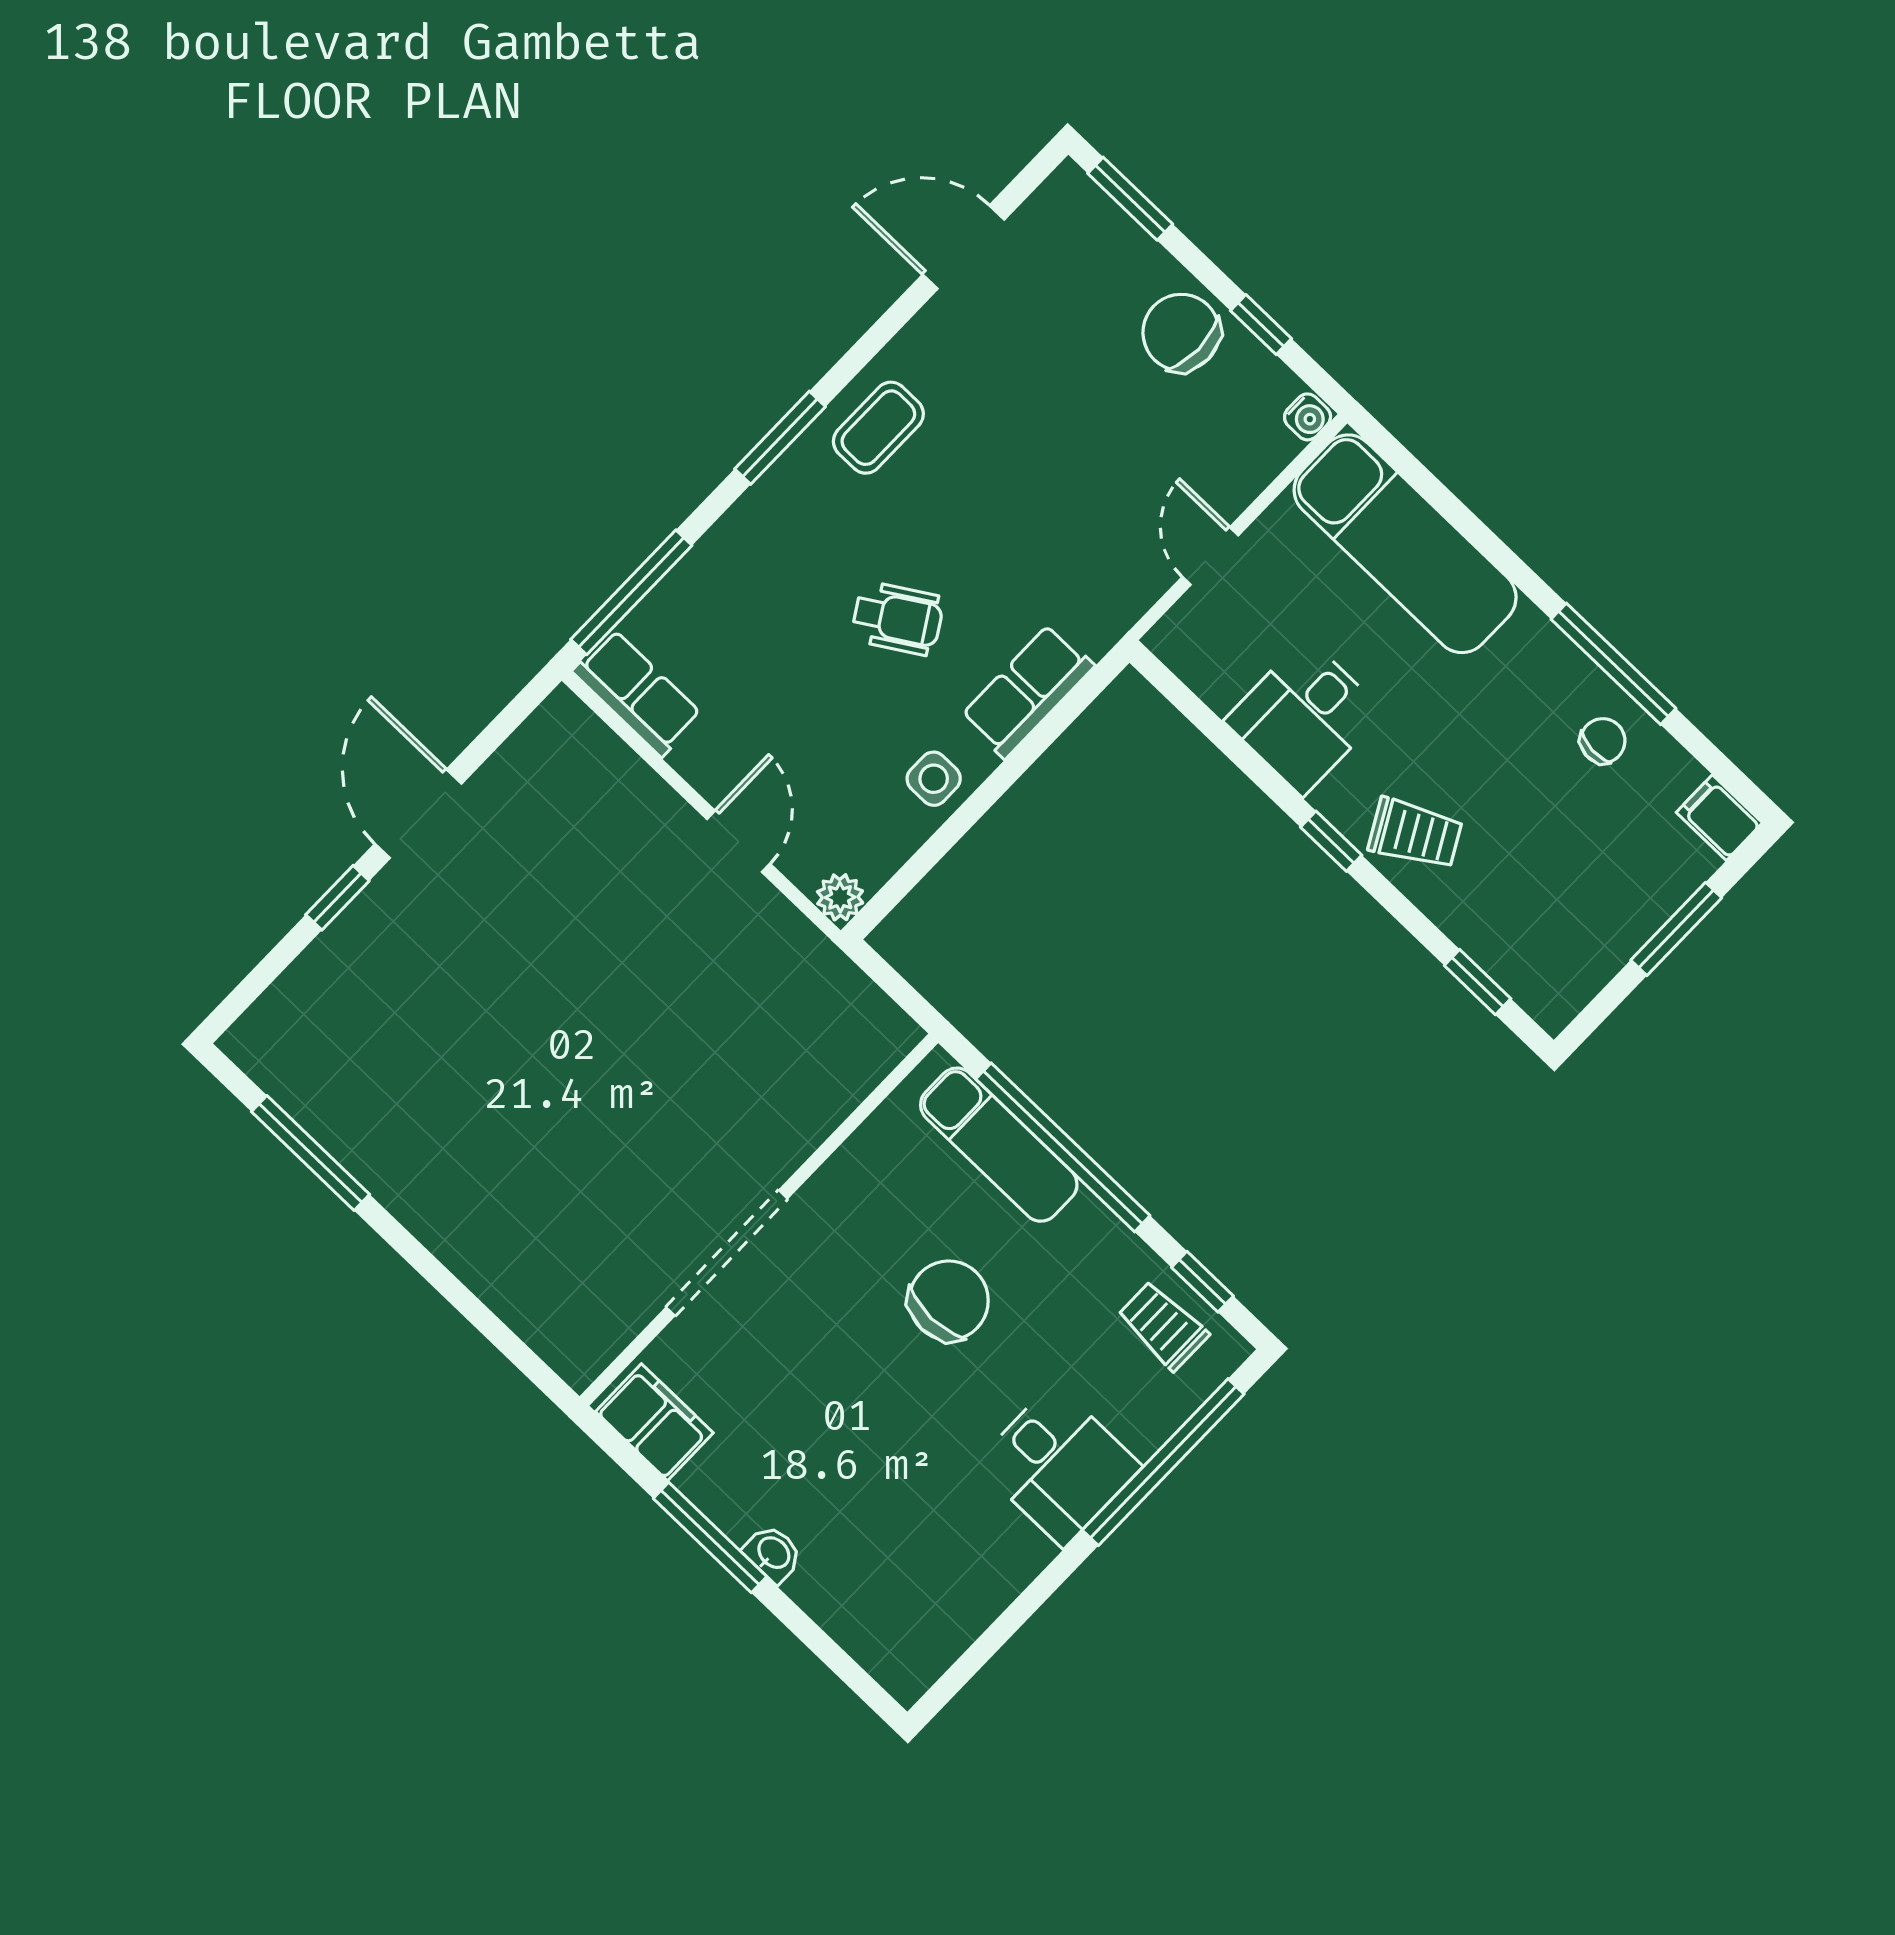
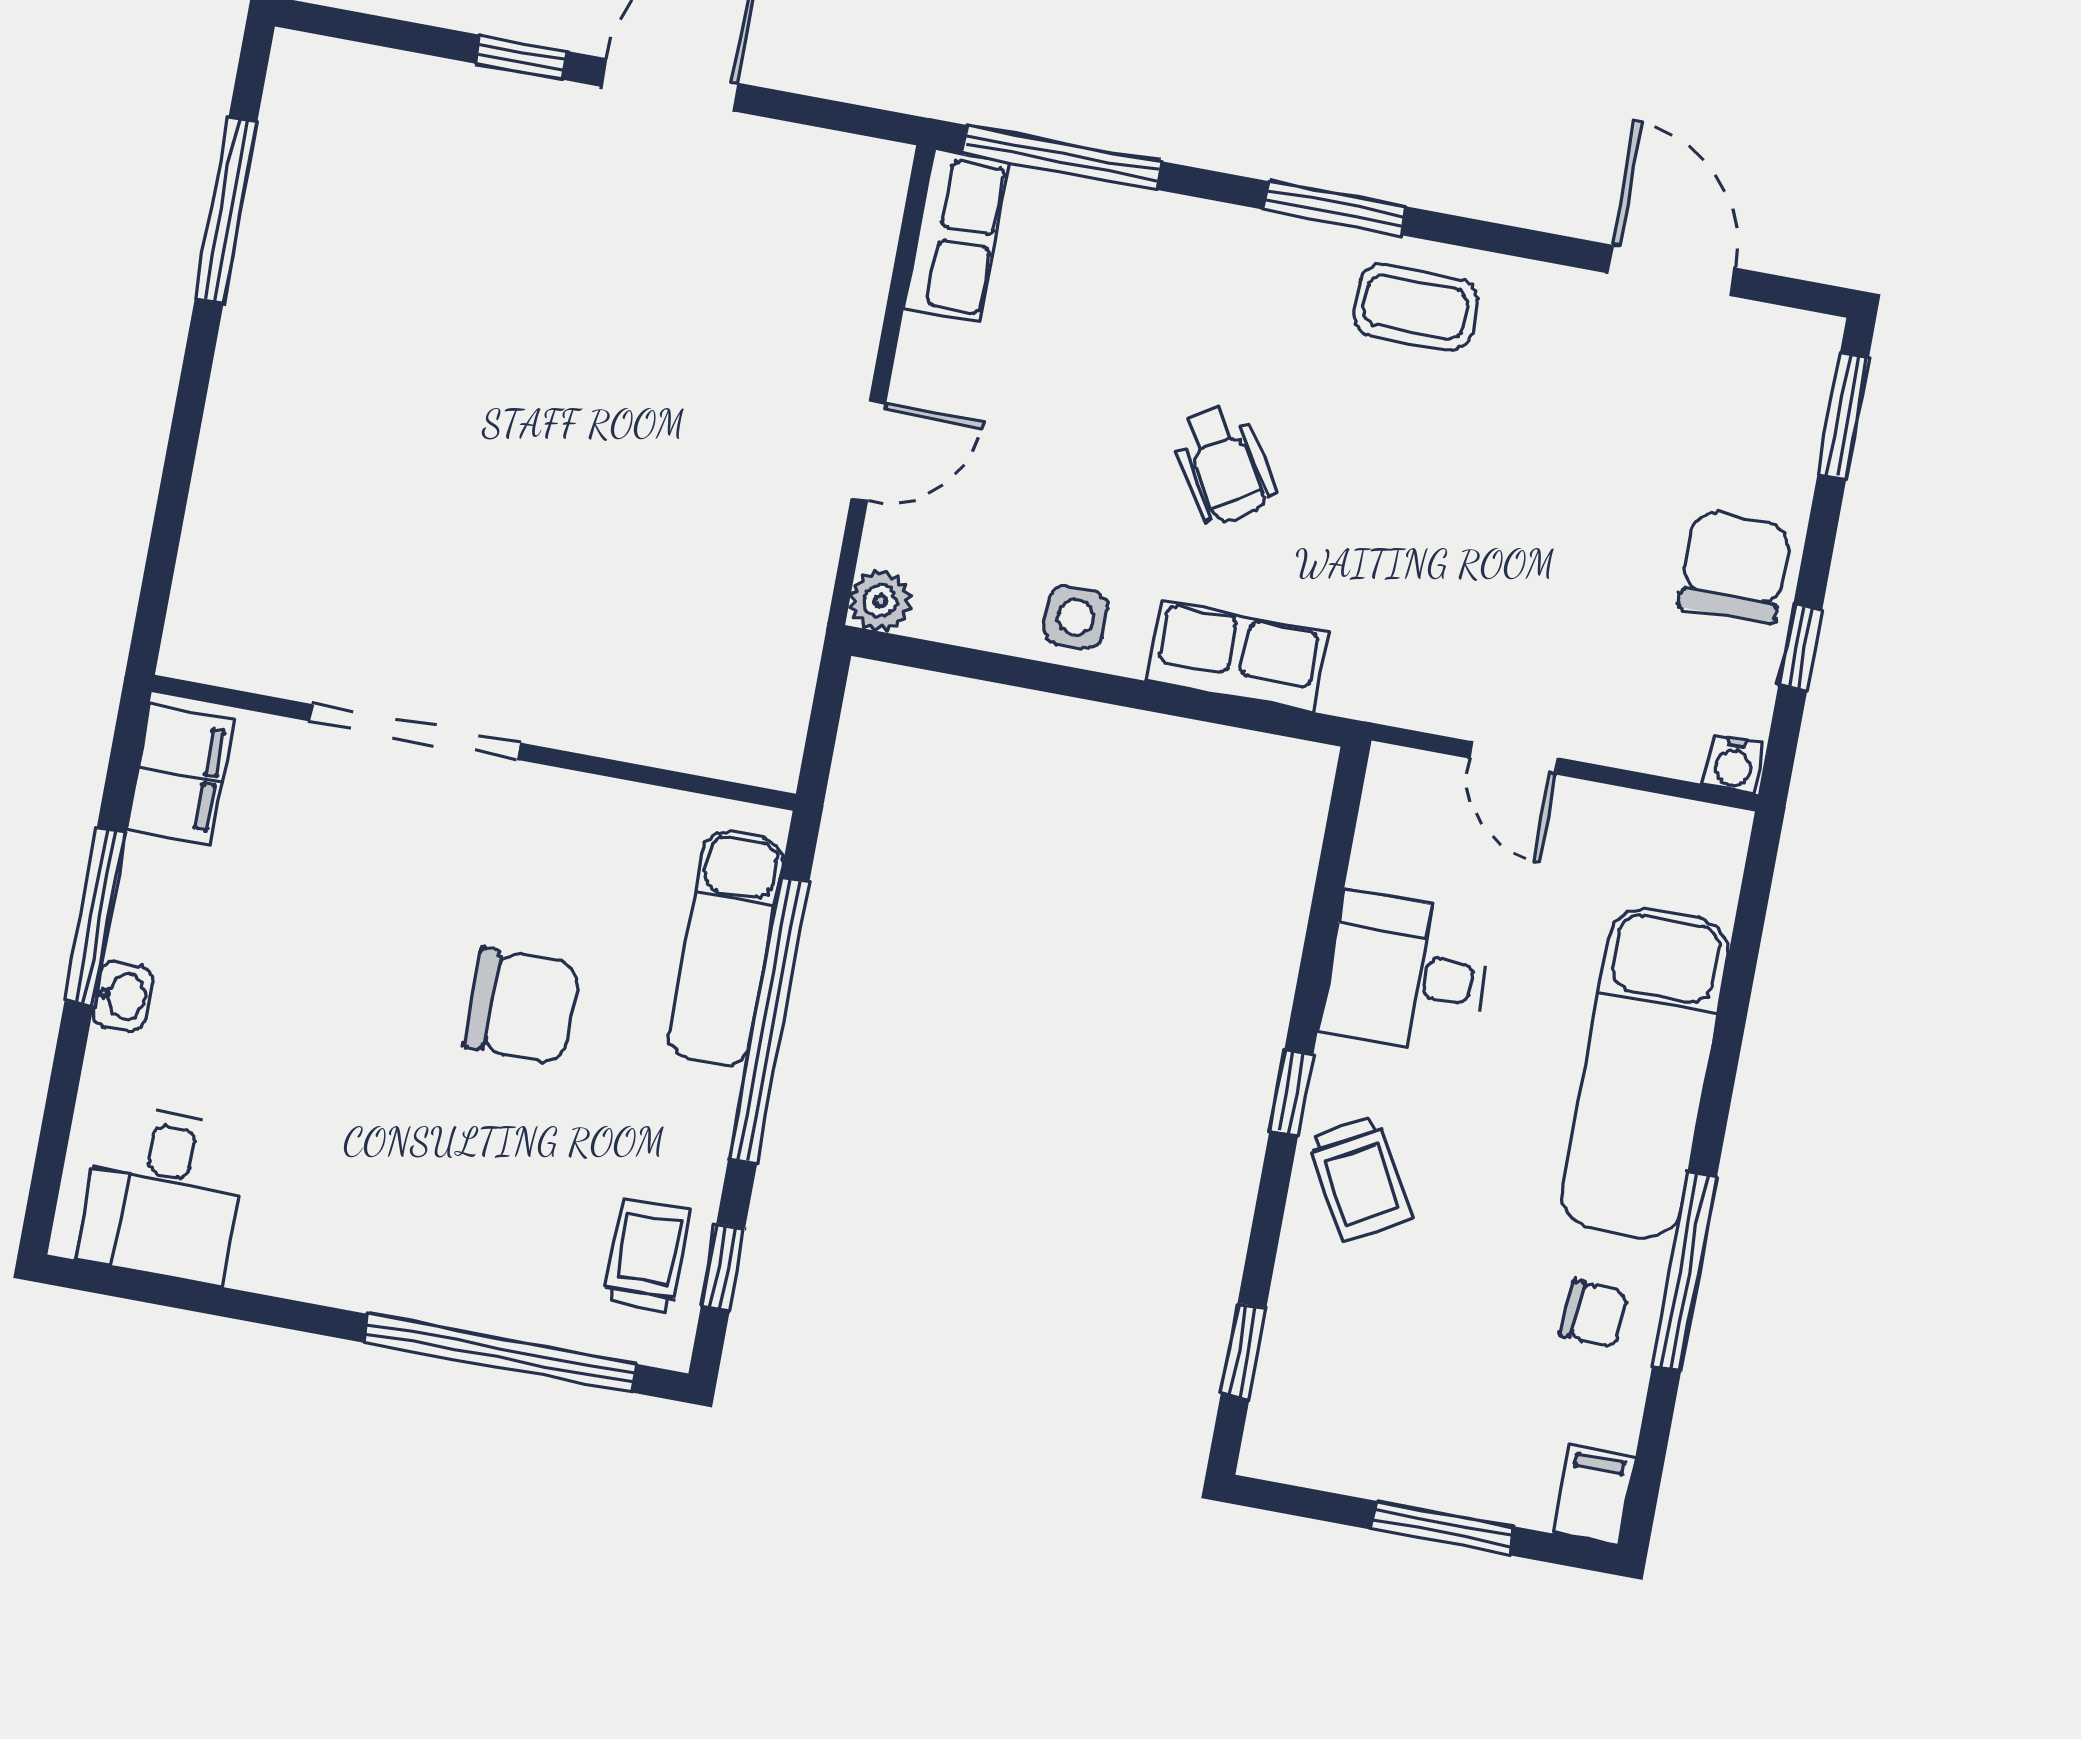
exam couch: (1405, 544) -> (1645, 1073), moved
door: (1210, 556) -> (1514, 758), swing flipped
desk: (1059, 1465) -> (164, 1194), moved

